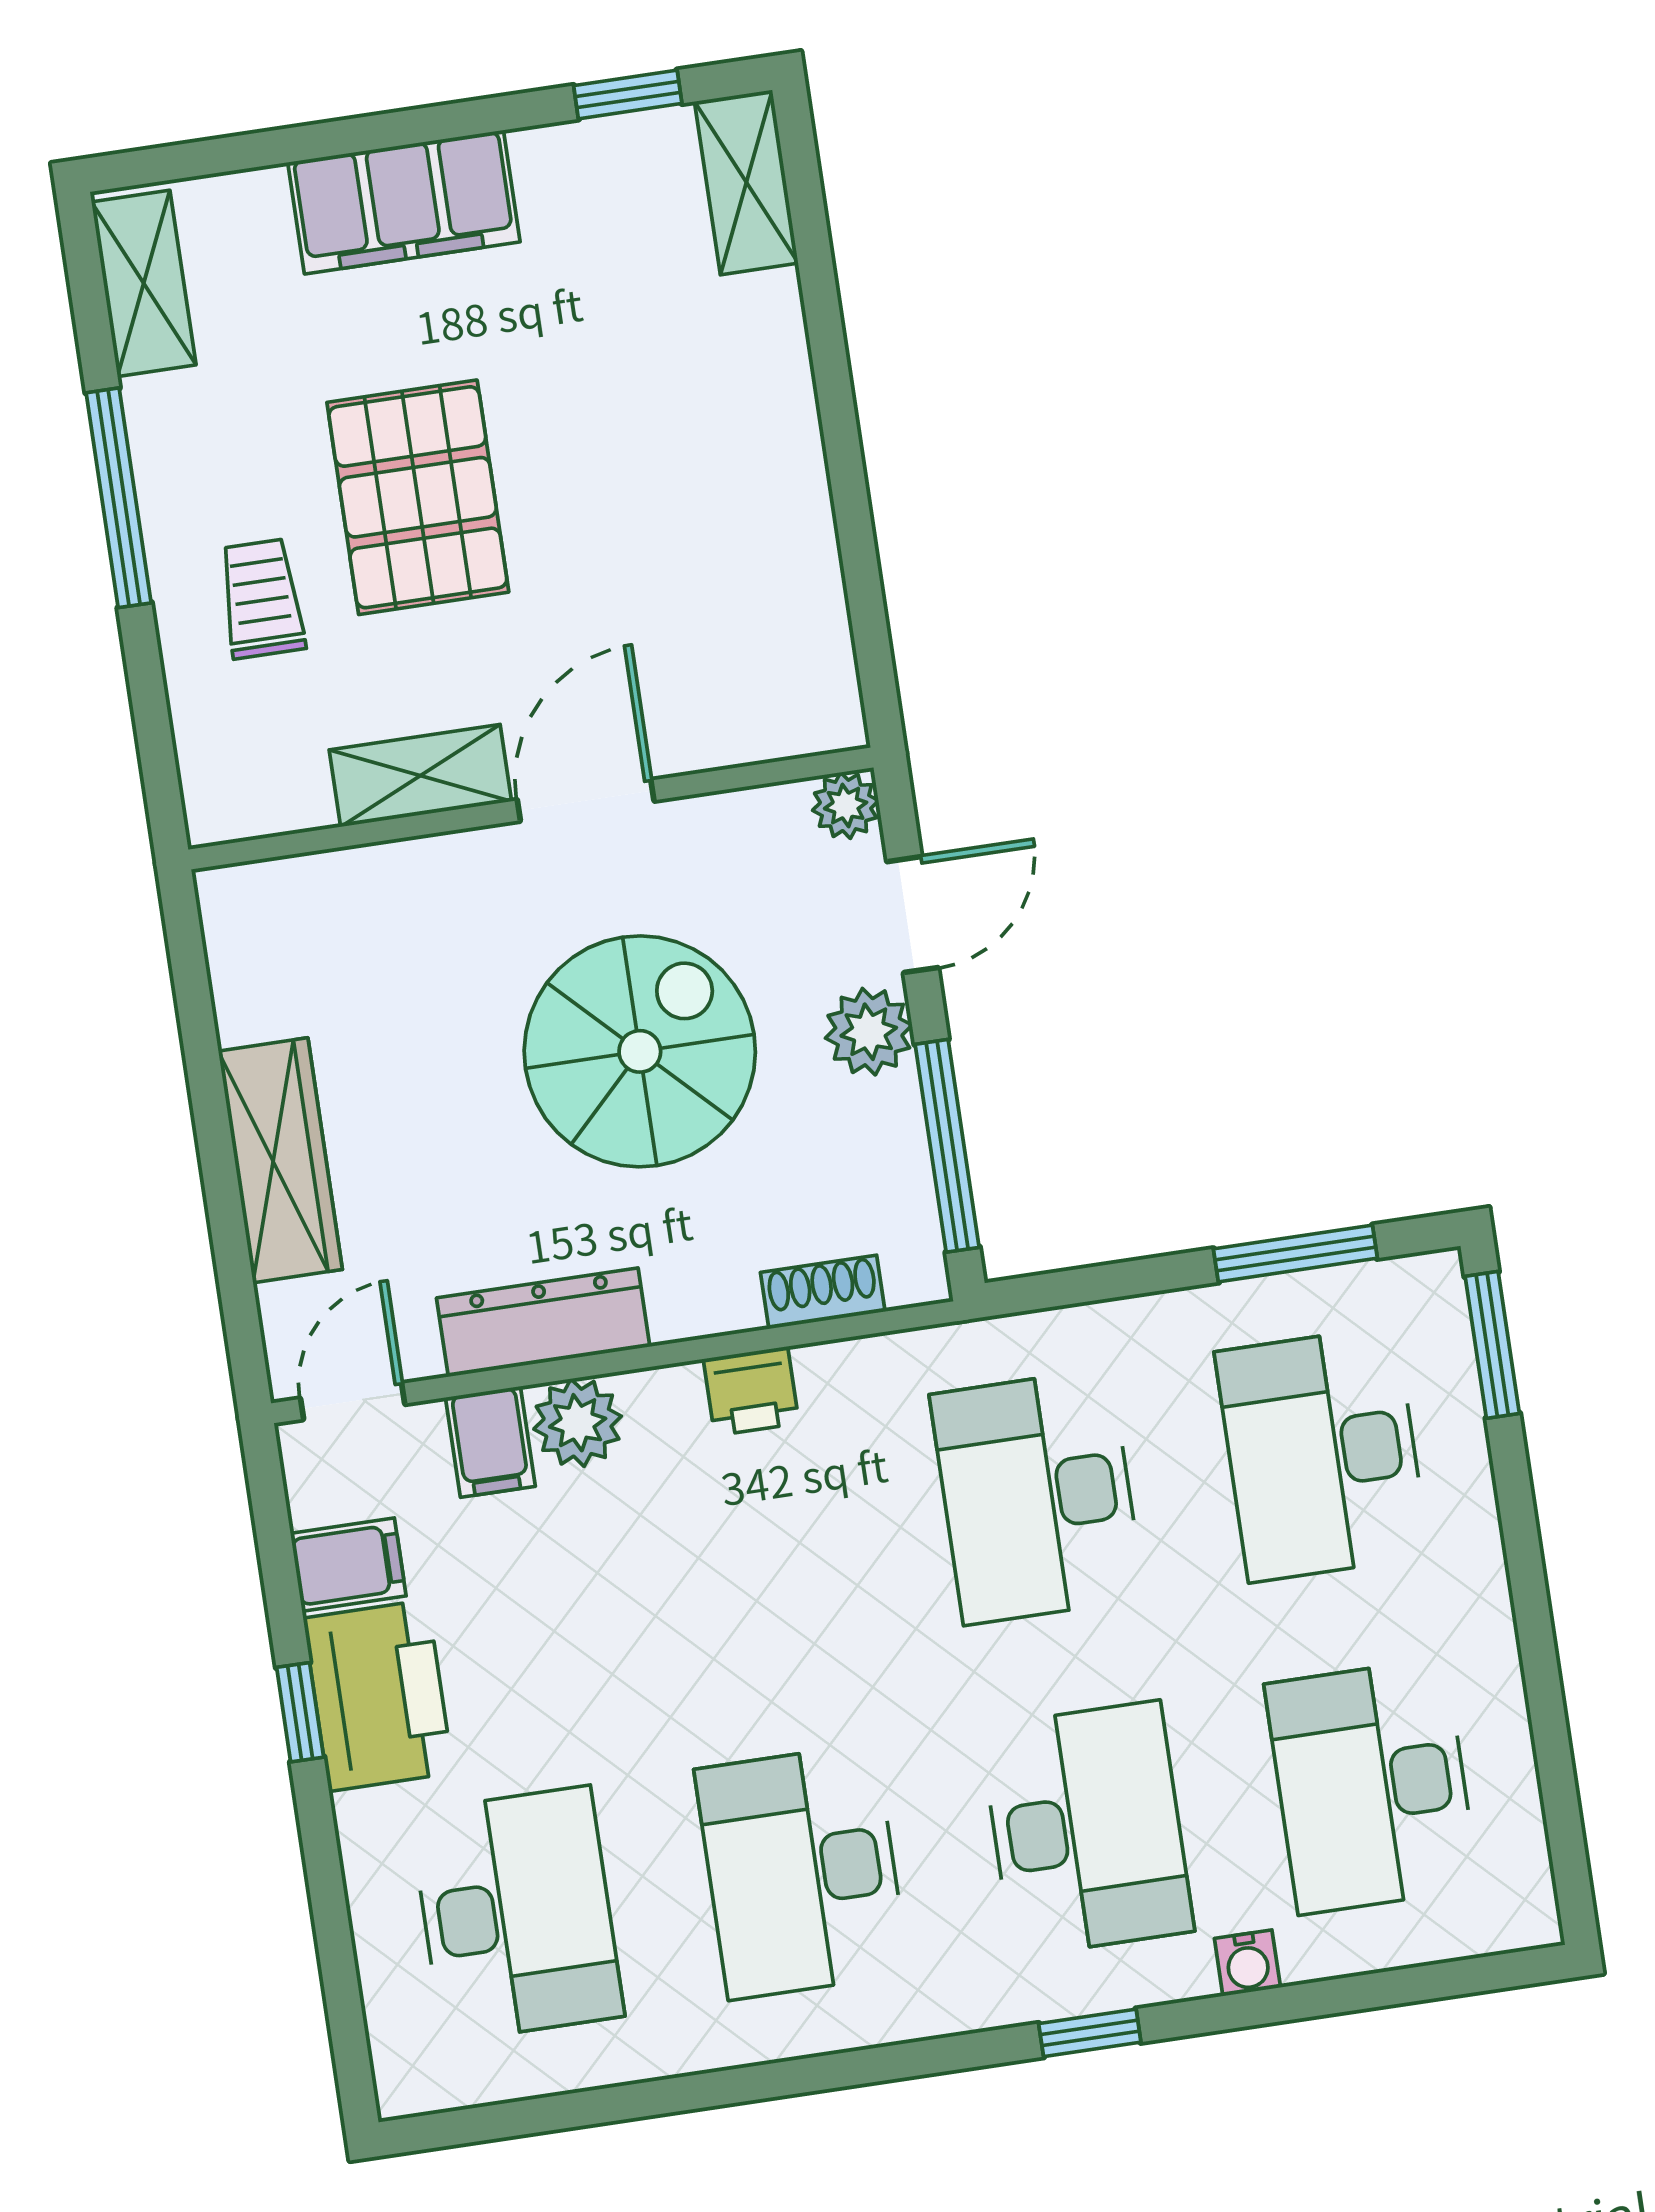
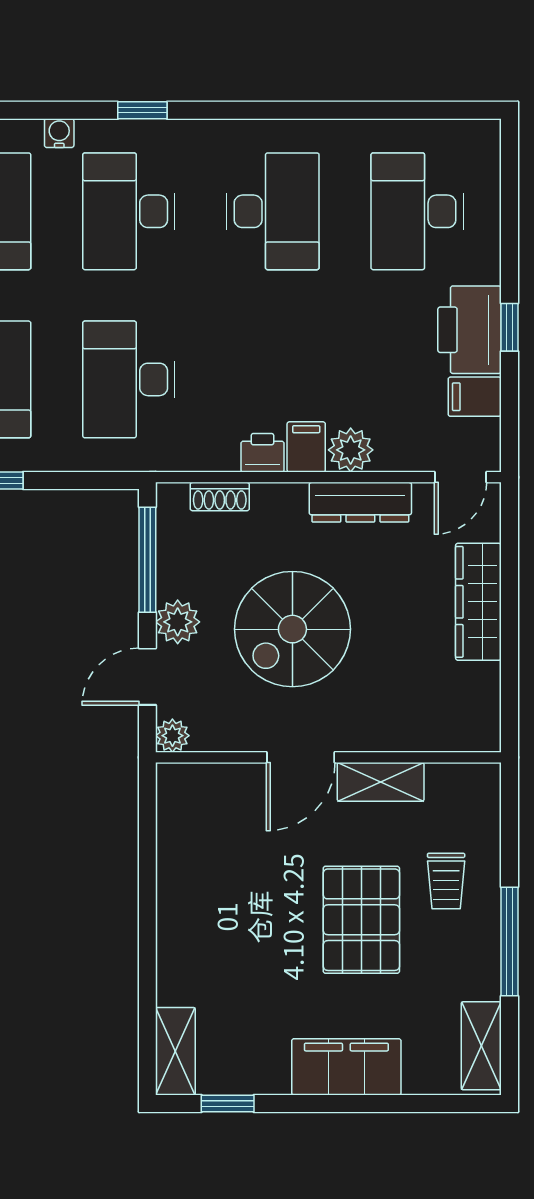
filing cabinet: (490, 1442) -> (306, 447), moved
desk: (1037, 1497) -> (129, 379), turned 180

